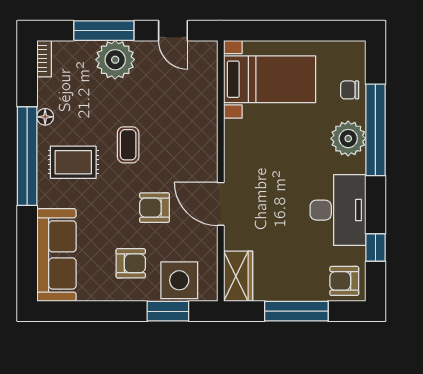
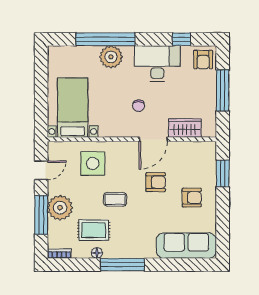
chair: (350, 90) -> (139, 106), moved
window: (27, 156) -> (122, 265), width x0.68
rug: (73, 162) -> (94, 230), moved, turned 90
armchair: (155, 208) -> (156, 182), turned -90
armchair: (131, 263) -> (192, 198), turned 90
wardrobe: (238, 276) -> (185, 128), moved
side table: (179, 280) -> (93, 163), moved

